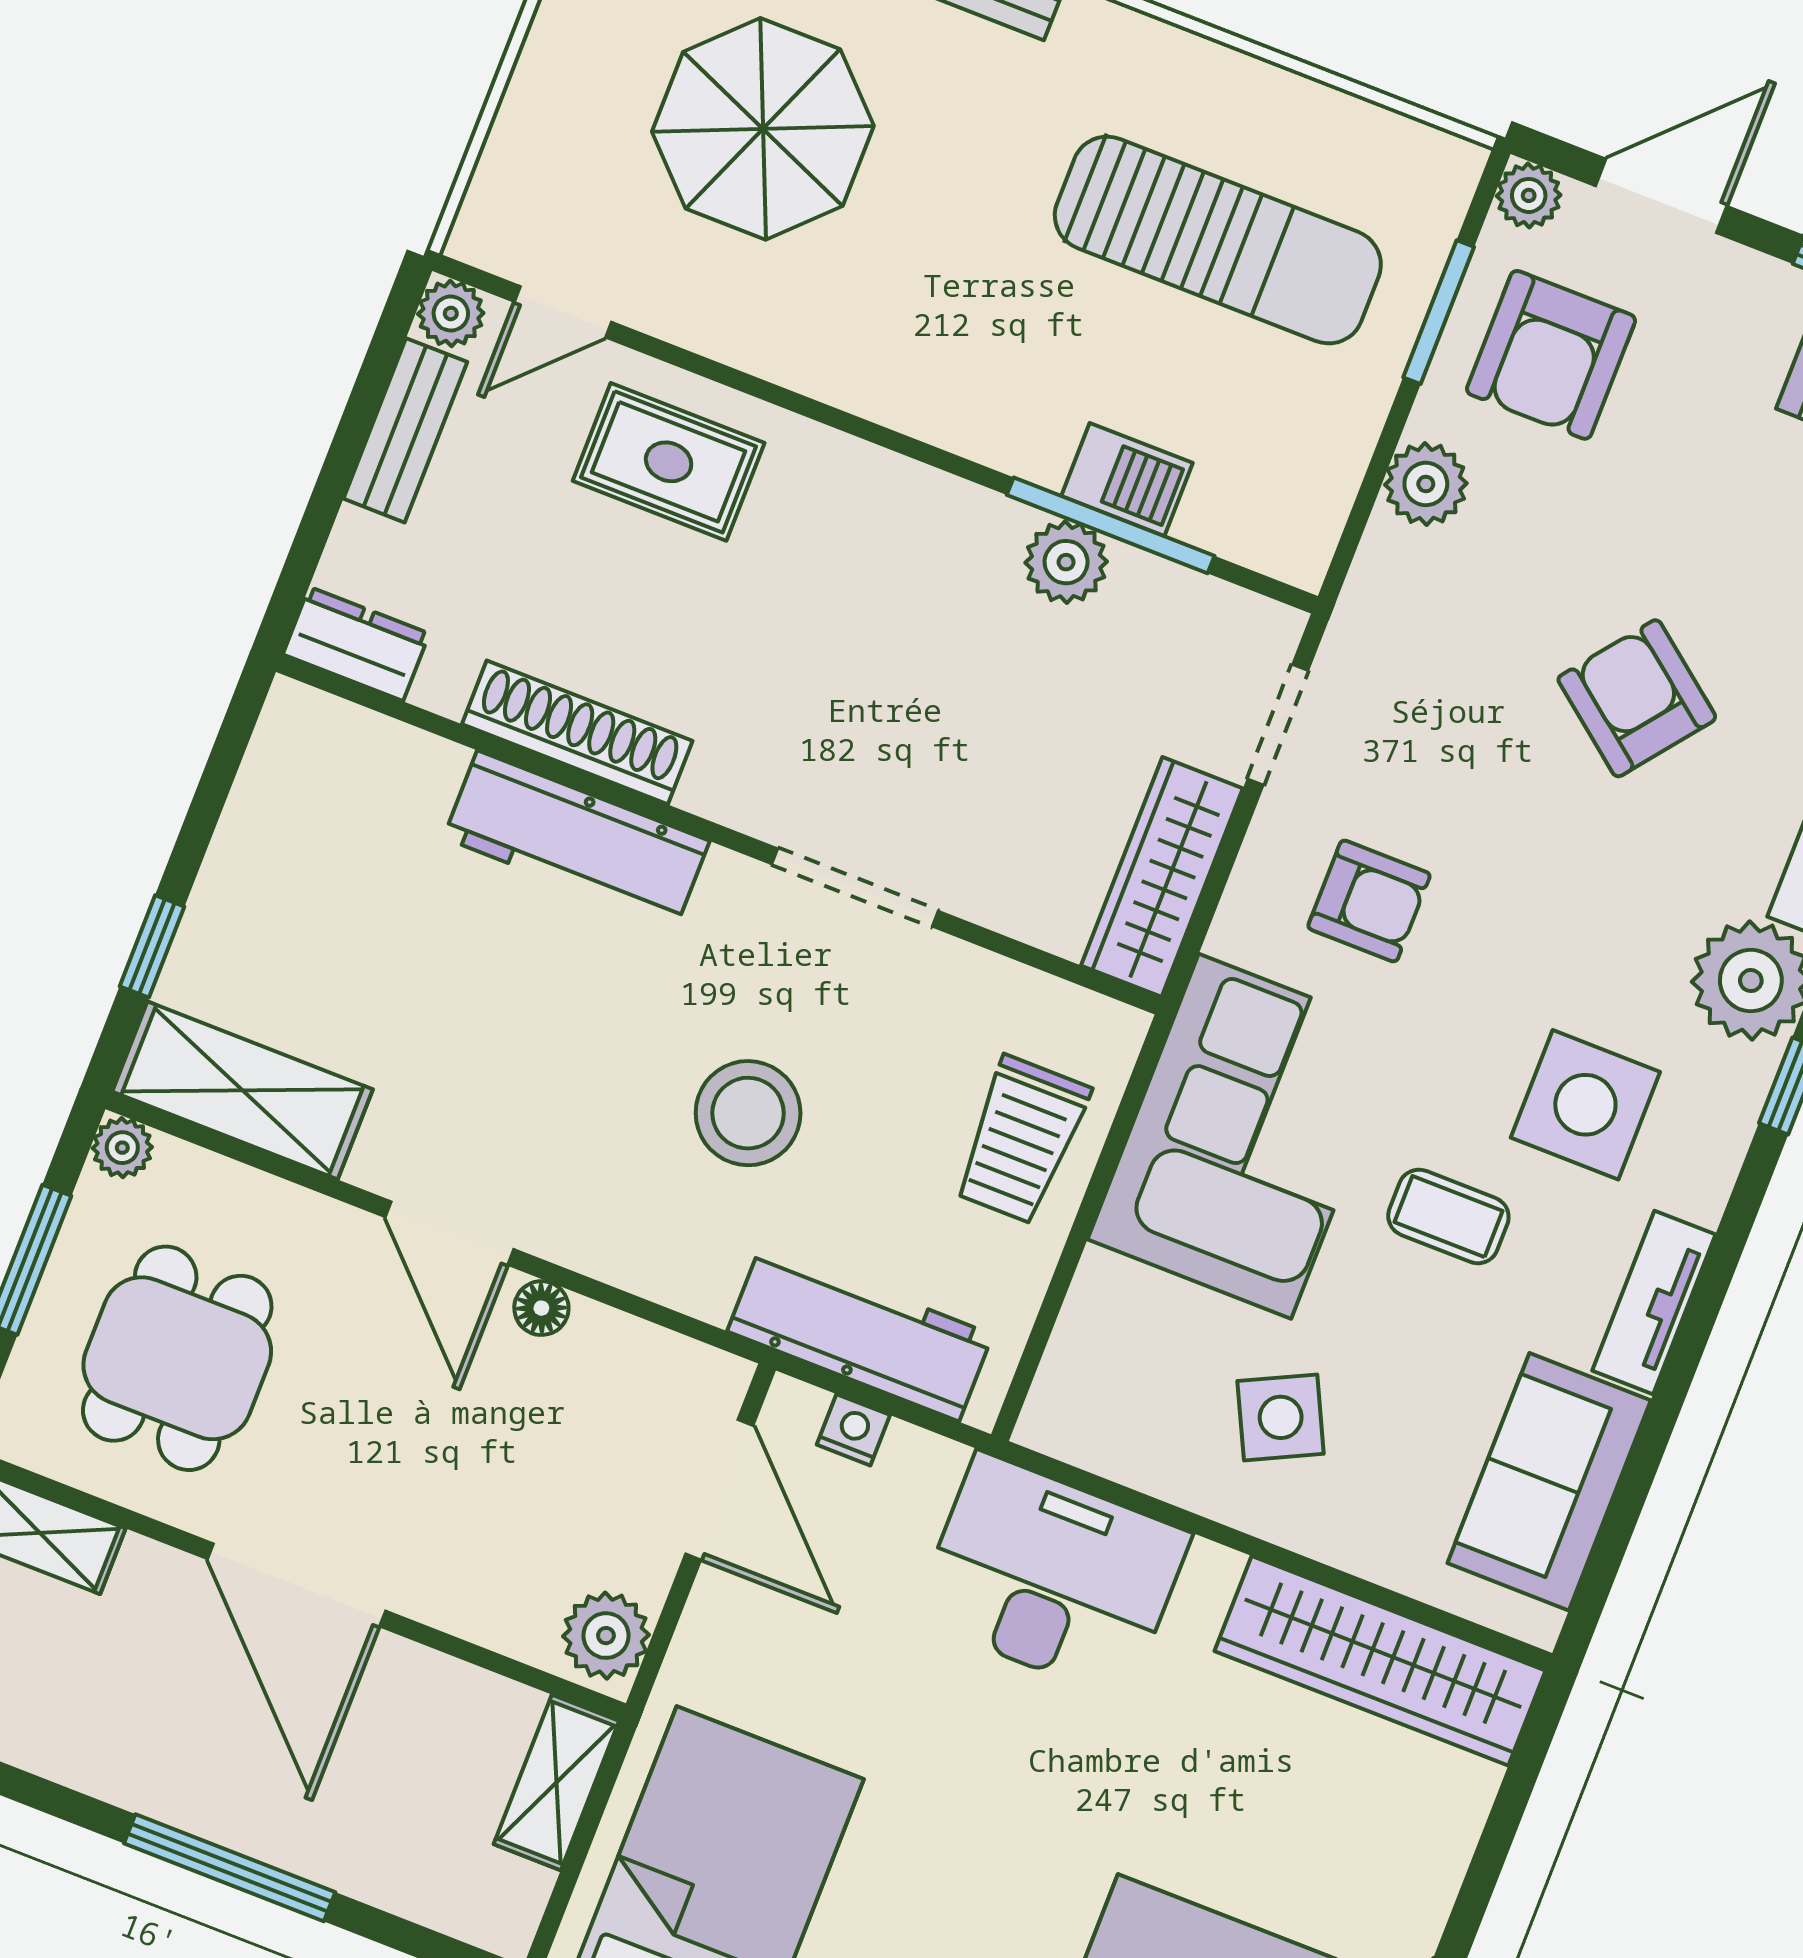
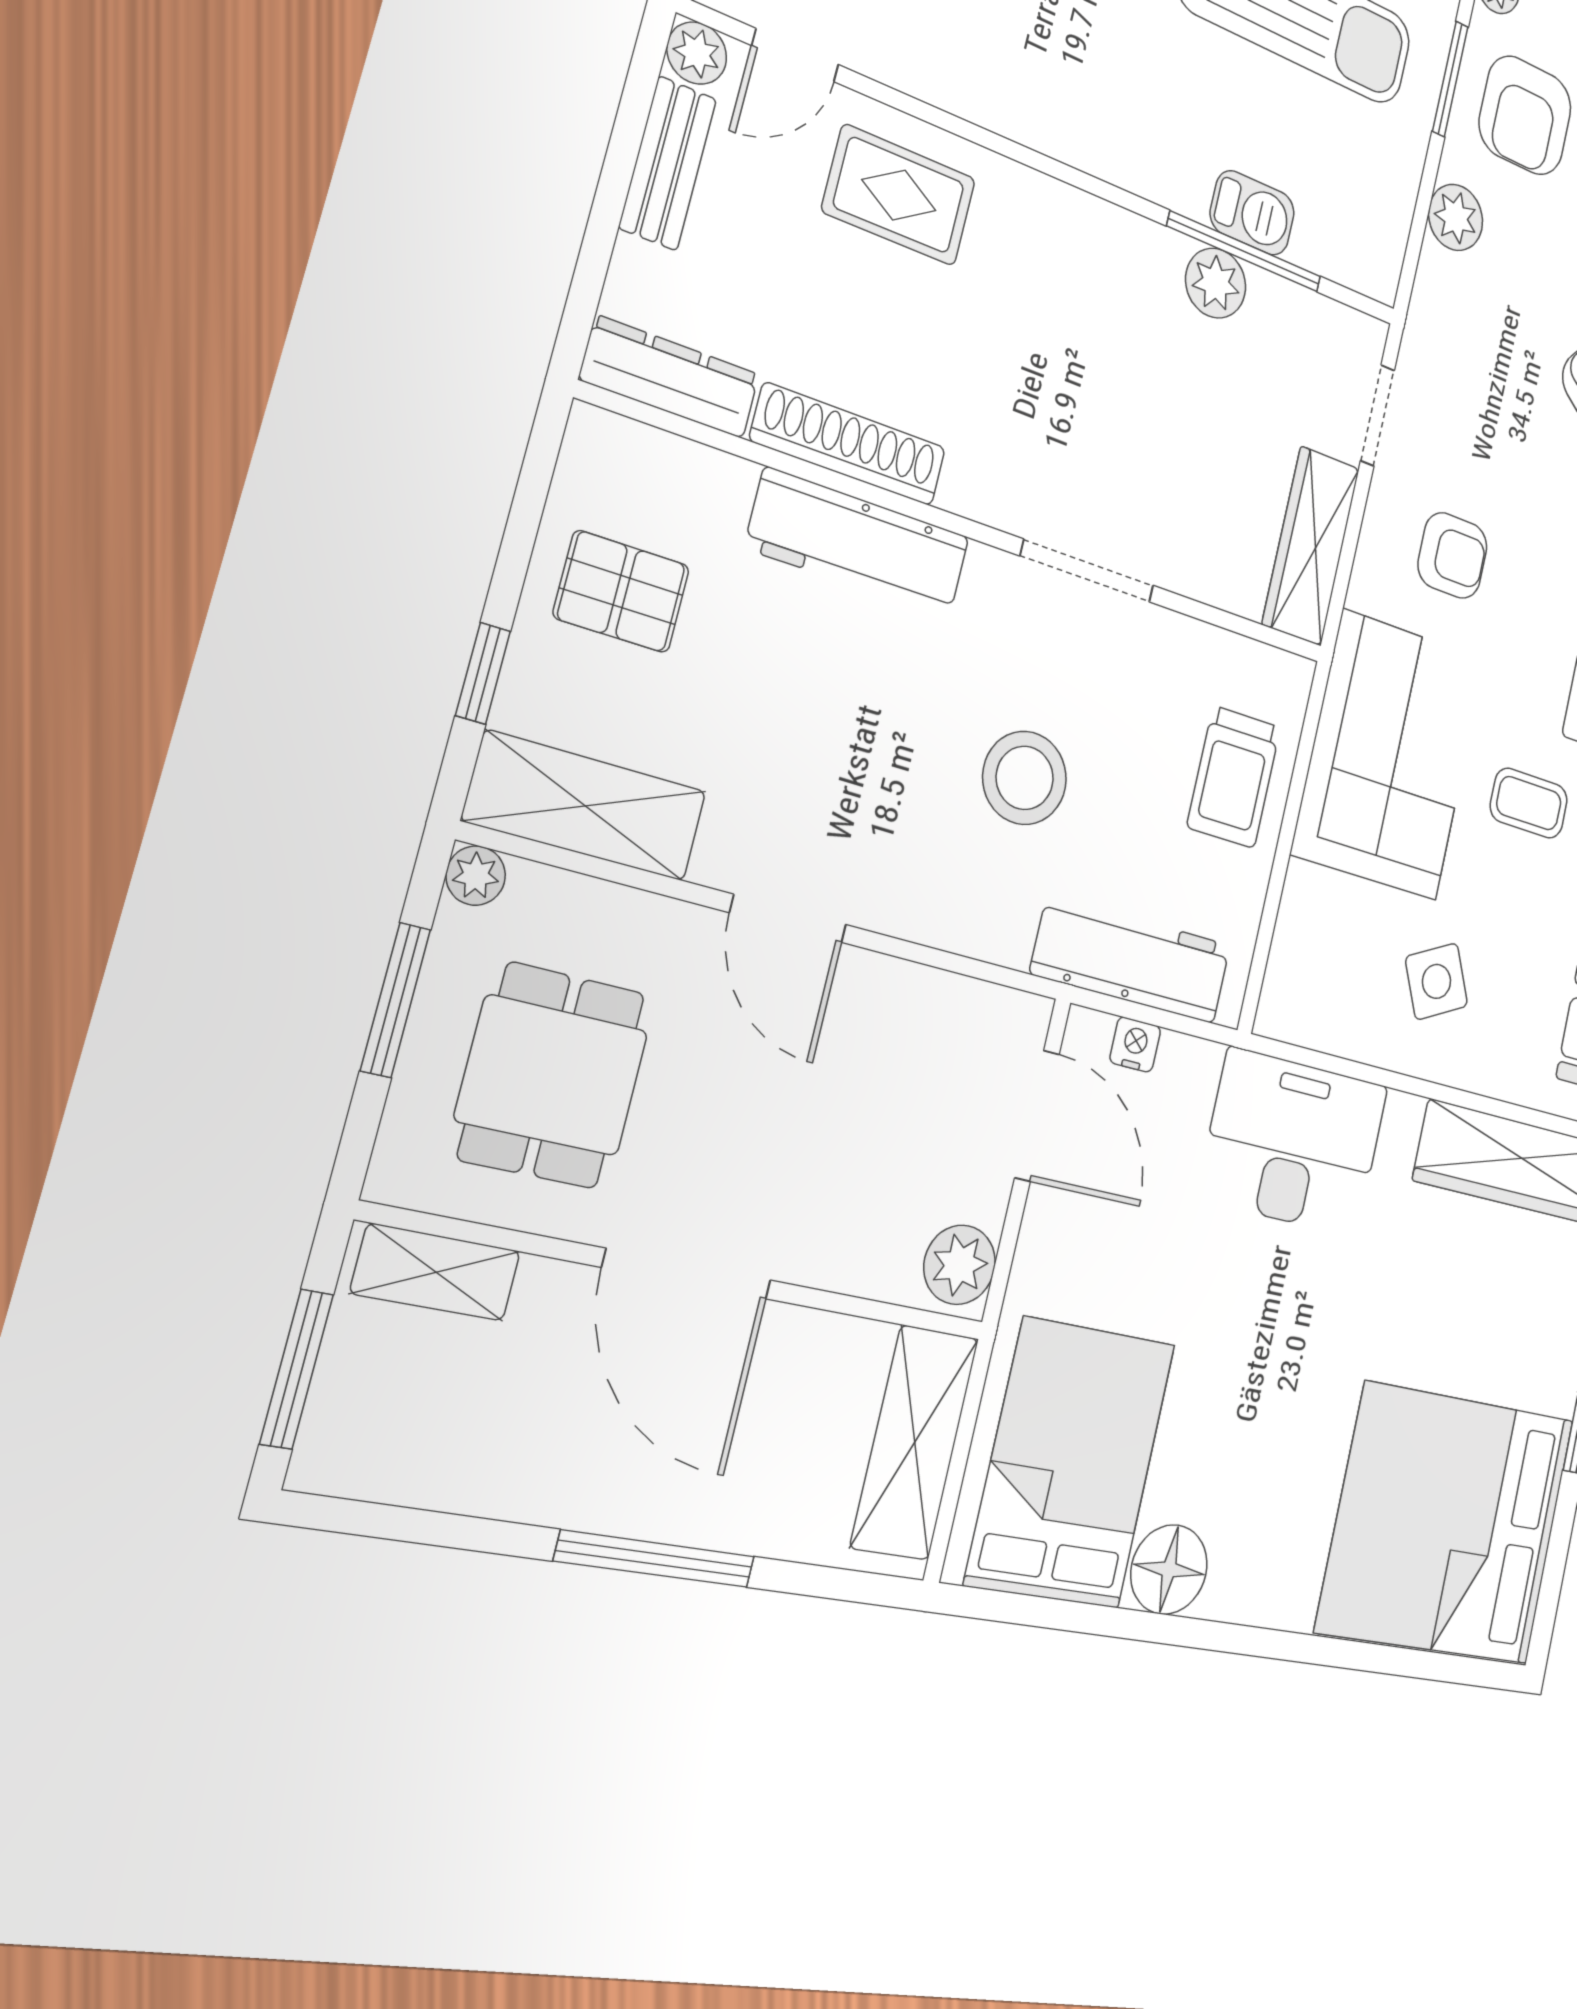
dresser: (356, 644) -> (670, 377), width x1.44
pallet: (305, 874) -> (621, 592), added
floor lamp: (541, 1308) -> (874, 977), removed
shelving: (556, 1782) -> (915, 1442), width x1.50, depth x1.33

